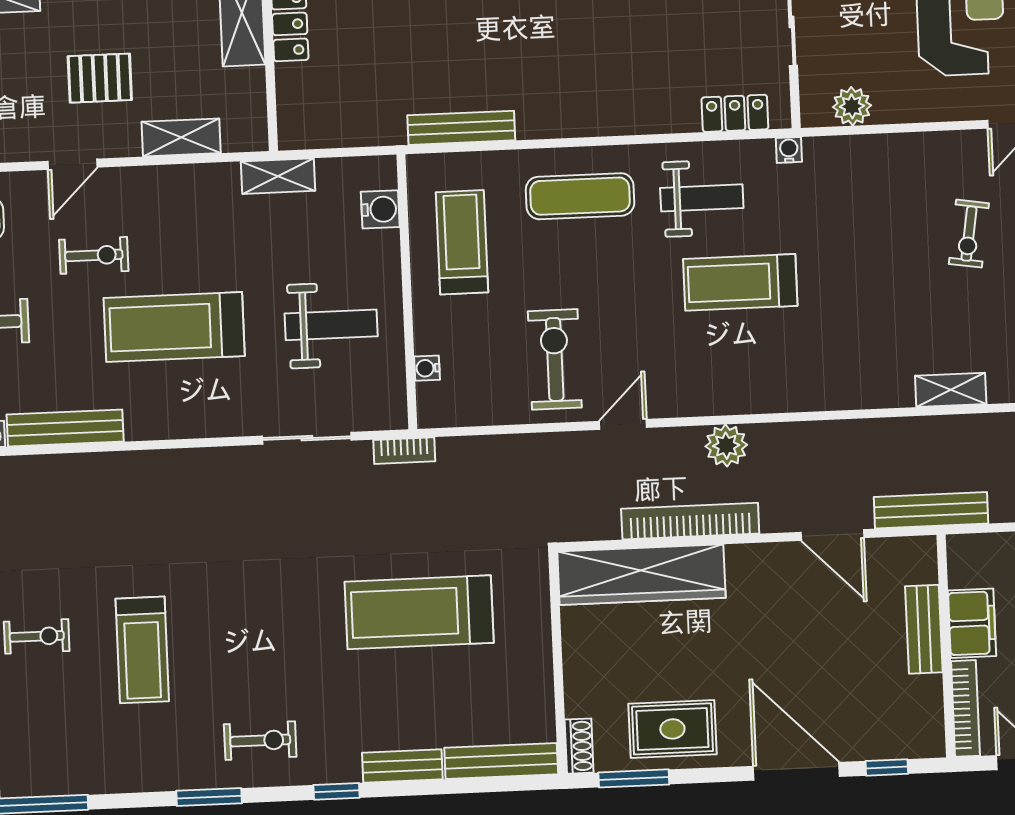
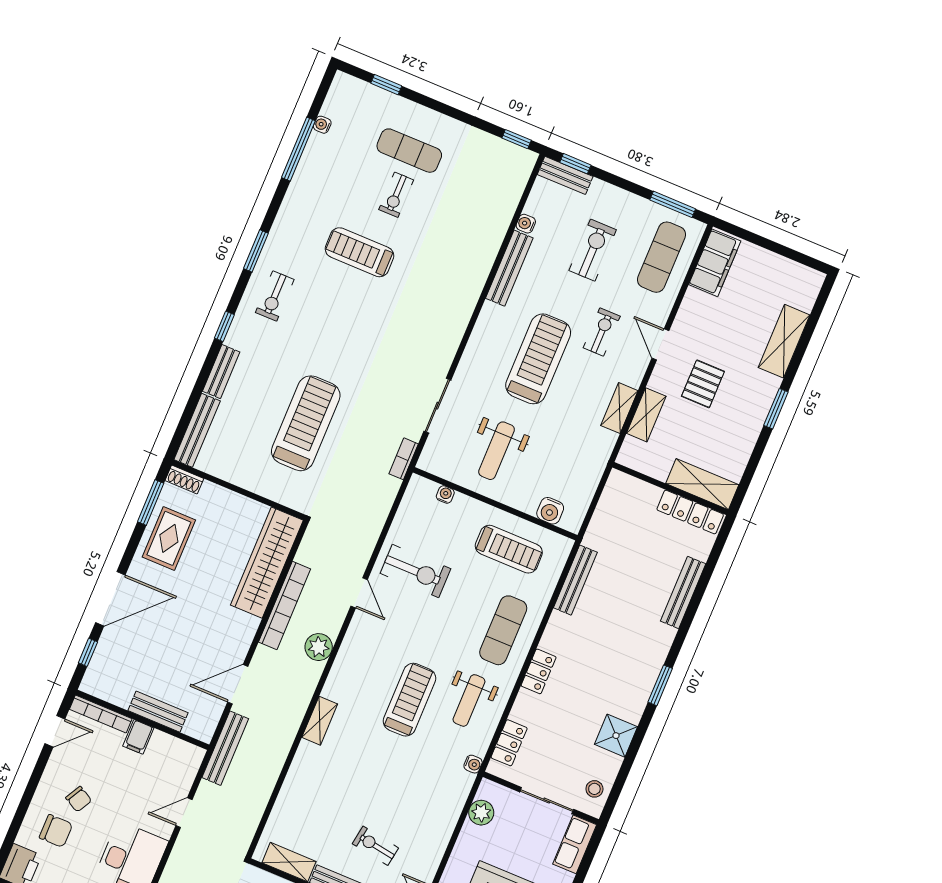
locker: (615, 119) -> (539, 671), added
shelving: (278, 176) -> (619, 408), moved
exercise bike: (94, 255) -> (602, 332), turned 180
shelving: (951, 390) -> (320, 721), moved
filing cabinet: (972, 623) -> (138, 737), width x0.50

